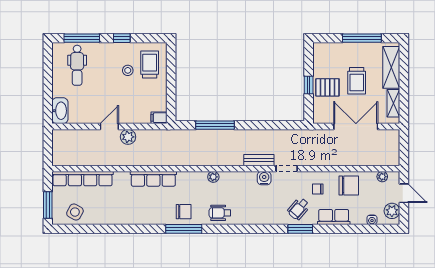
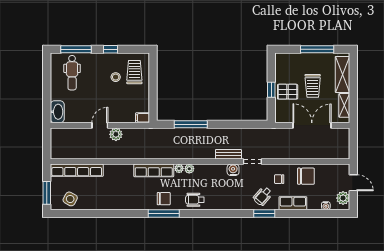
plant: (382, 177) -> (179, 168), moved
row of seats: (153, 179) -> (154, 170), moved

